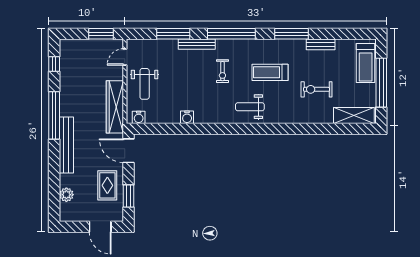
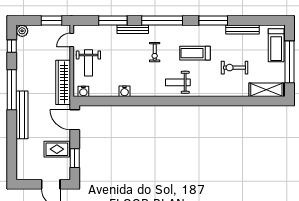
bench: (321, 44) -> (242, 29), width x1.36
rug: (107, 185) -> (57, 149), turned 90
plant: (66, 195) -> (22, 31), moved

